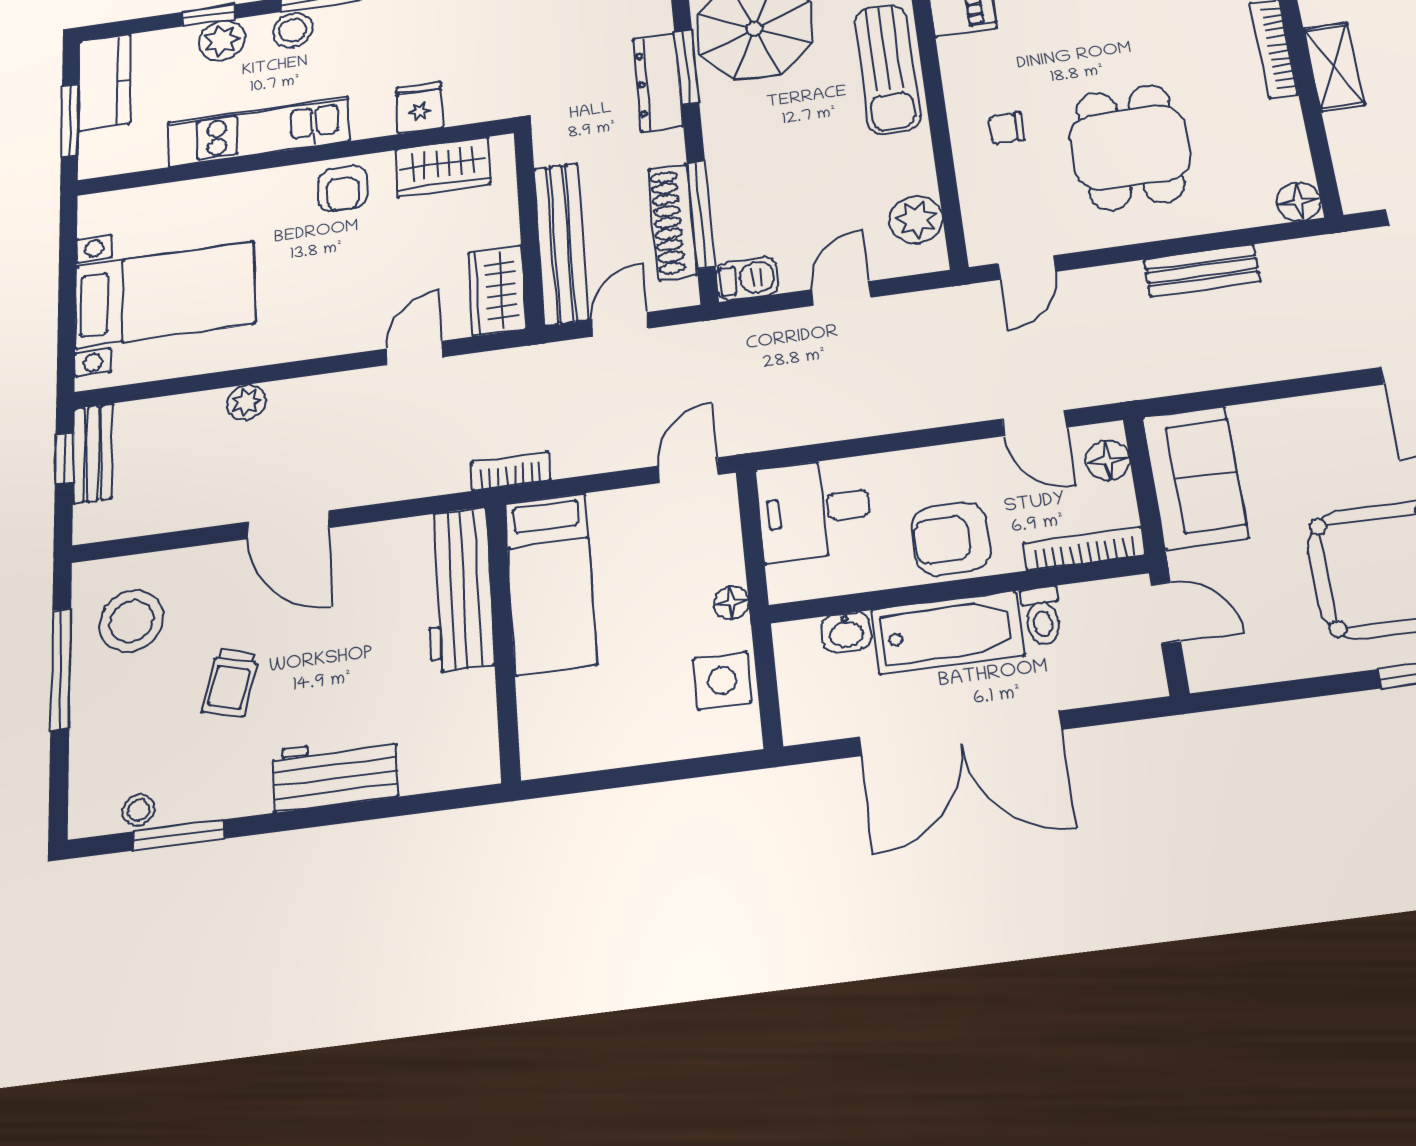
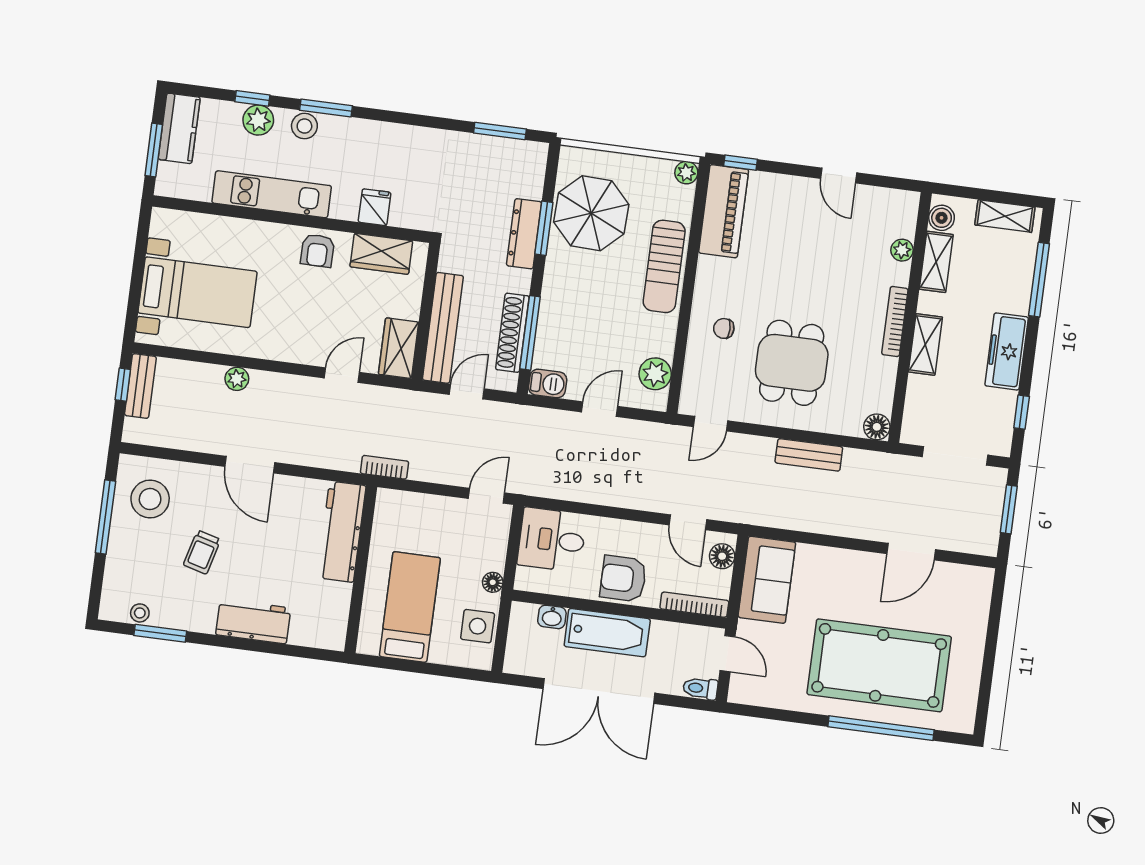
bed: (550, 583) -> (410, 607), moved, turned 180
toilet: (1042, 616) -> (700, 688), moved, turned 90

